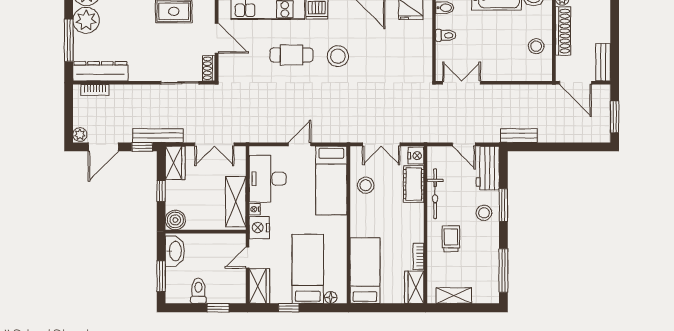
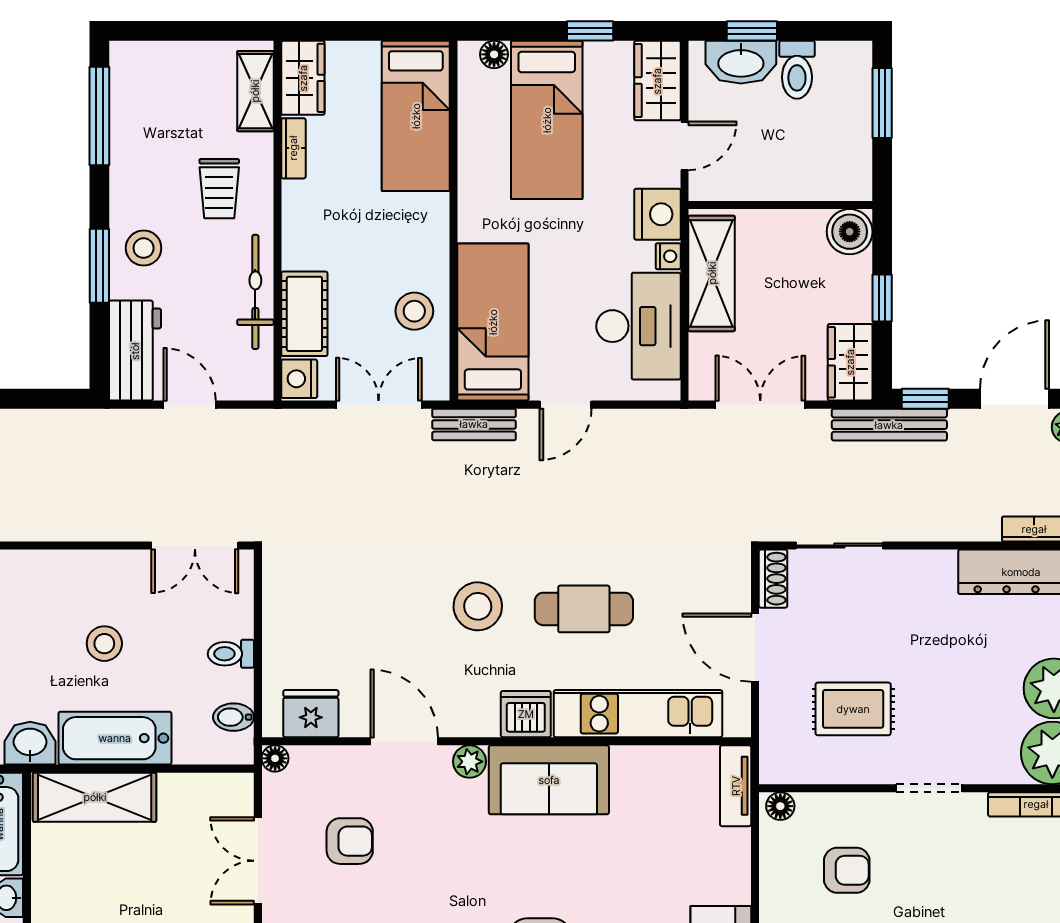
stool: (536, 46) -> (104, 644), moved
bench: (519, 136) -> (474, 424), moved
washbasin: (175, 251) -> (741, 62), moved, turned -90
shelving: (454, 296) -> (255, 91), moved, turned 90

